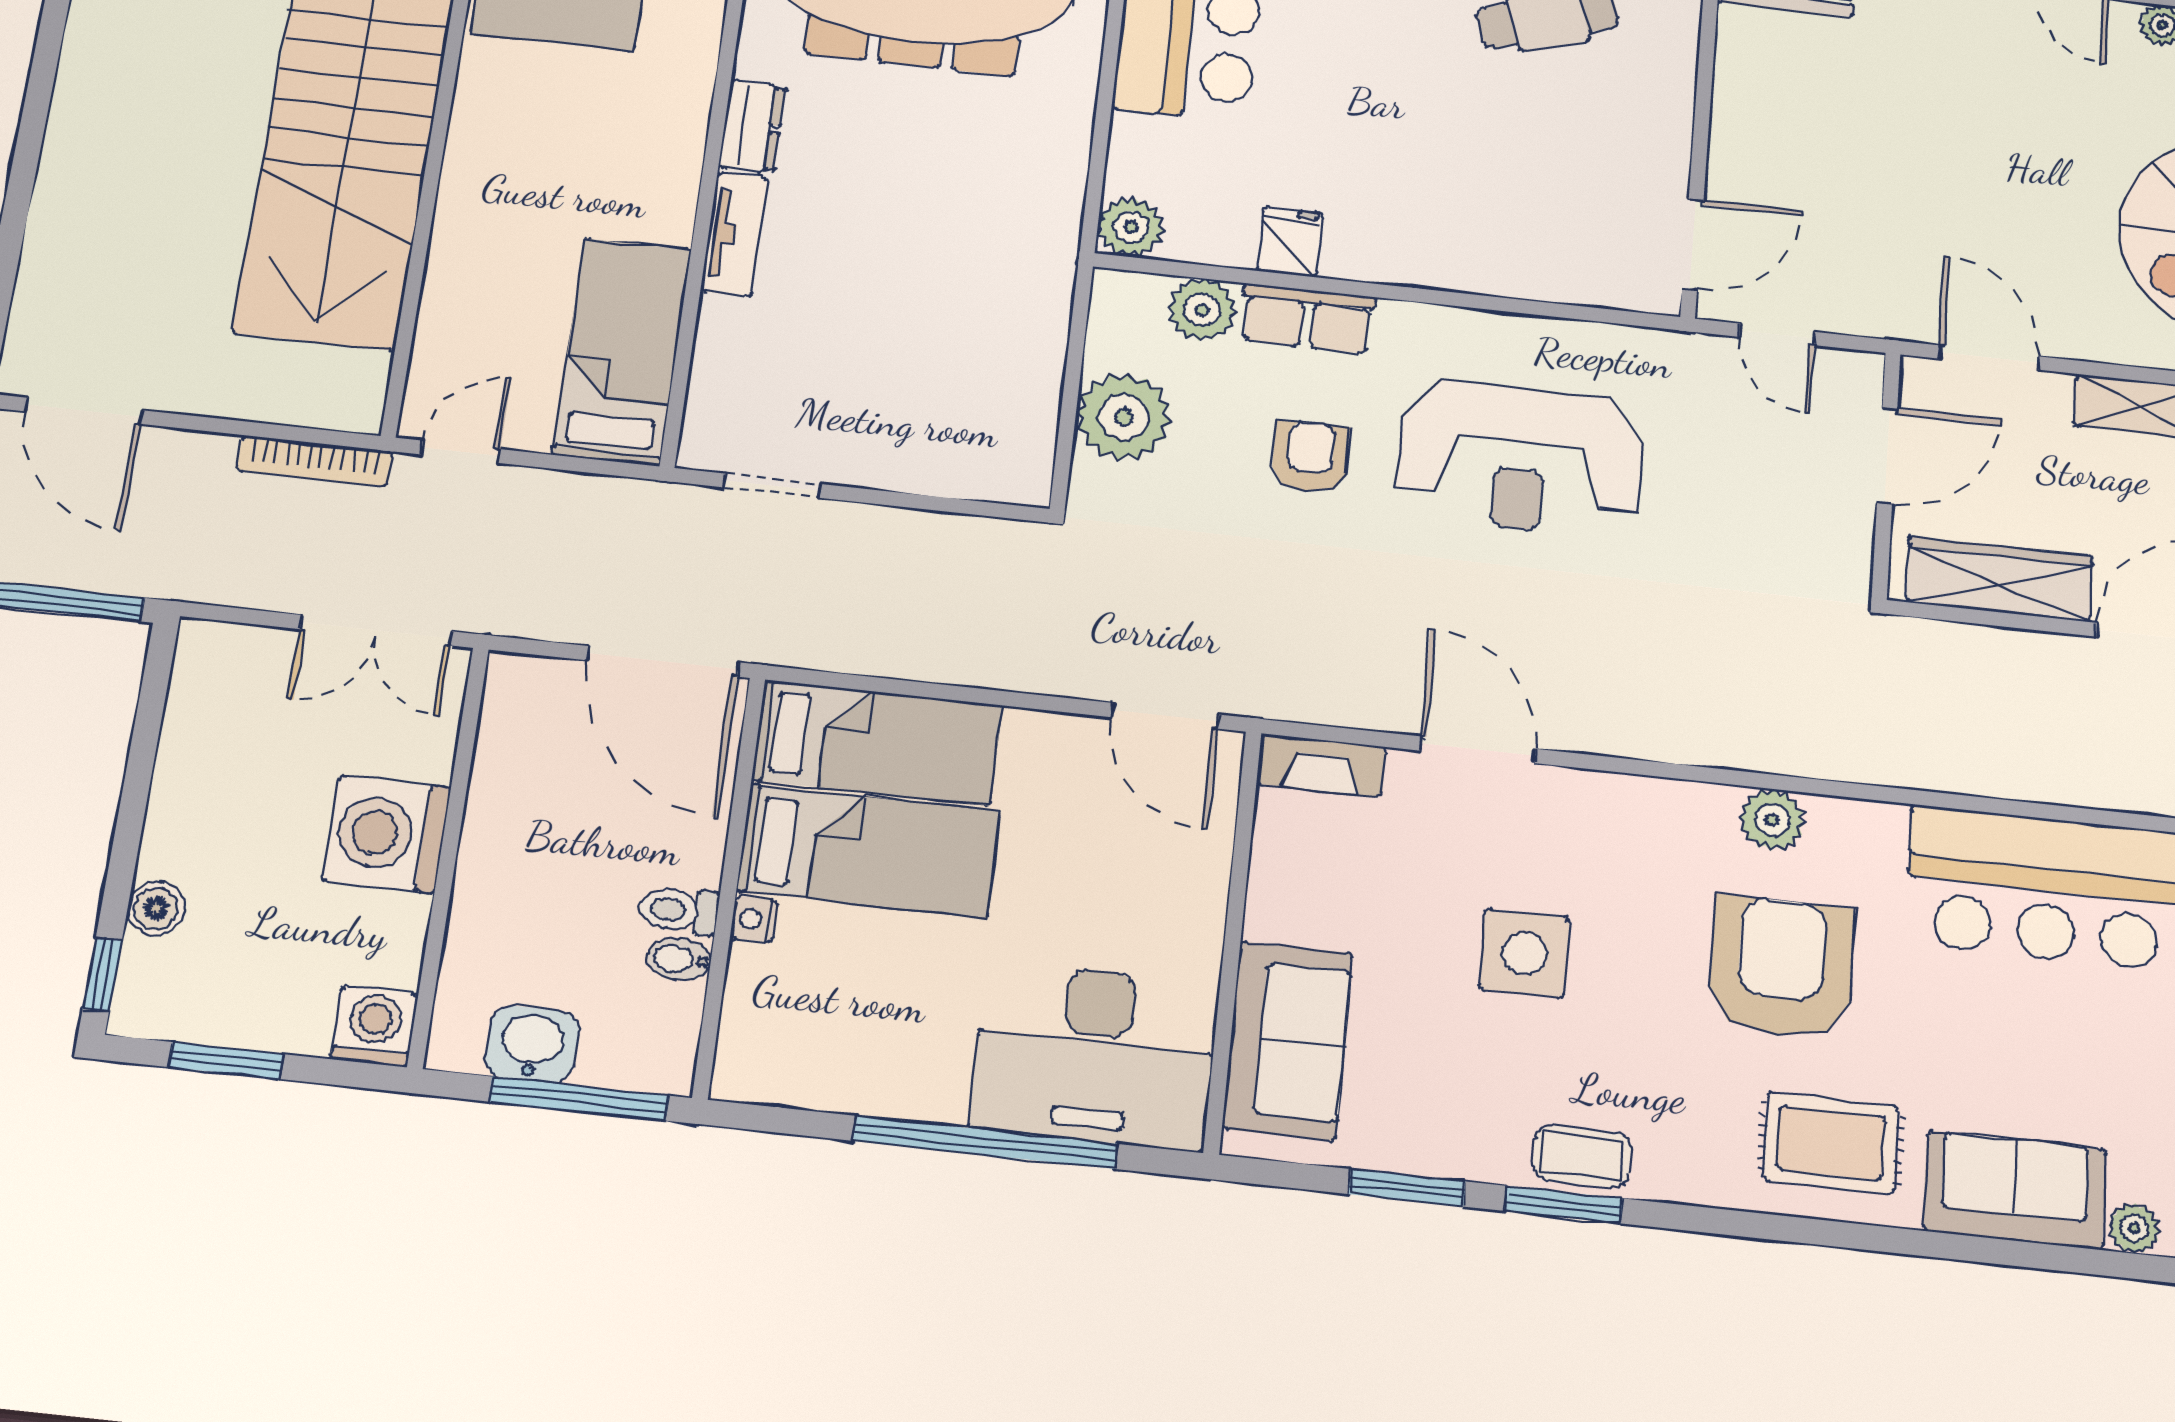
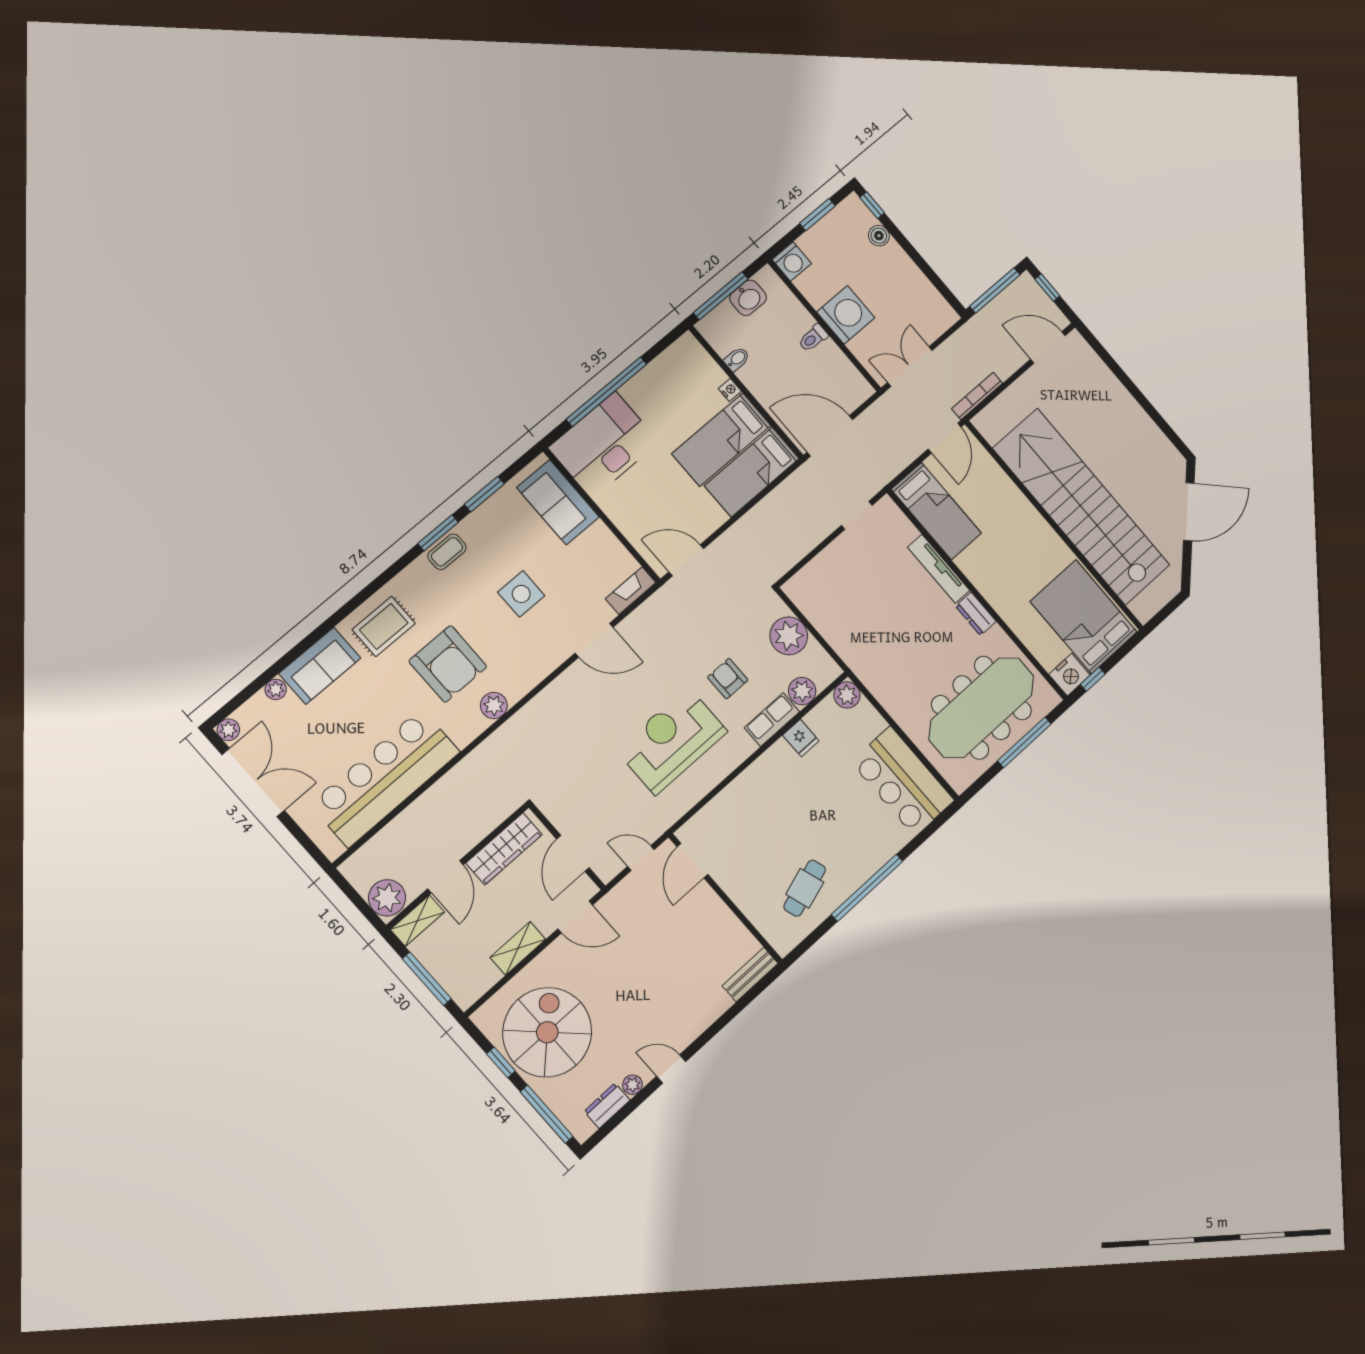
tv unit: (734, 234) -> (939, 569), width x1.41
door: (460, 452) -> (945, 438), width x1.38
armchair: (1310, 457) -> (728, 679), turned 180
toilet: (679, 910) -> (813, 338), moved, turned 180

